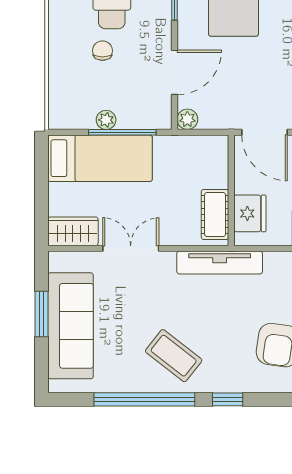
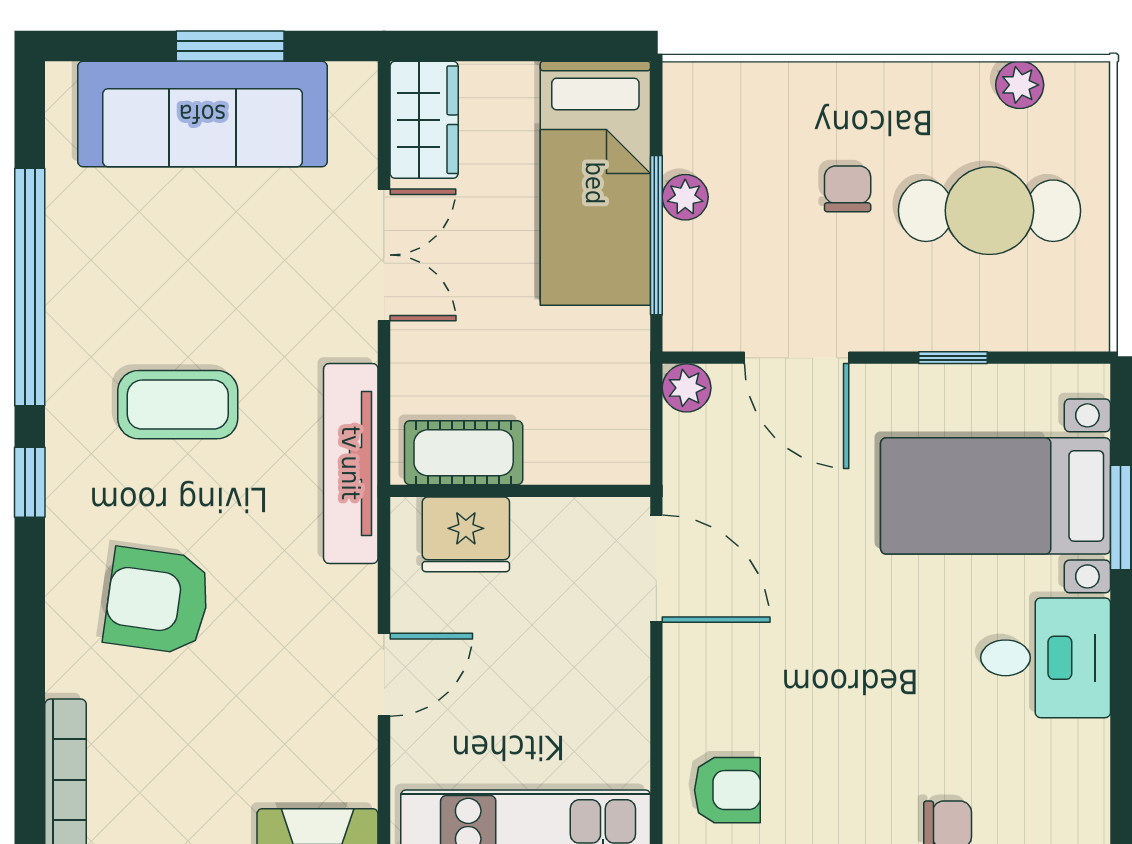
chair: (102, 51) -> (848, 189), turned -90
door: (265, 132) -> (656, 569), swing flipped
coffee table: (174, 356) -> (178, 405), moved, turned 52

